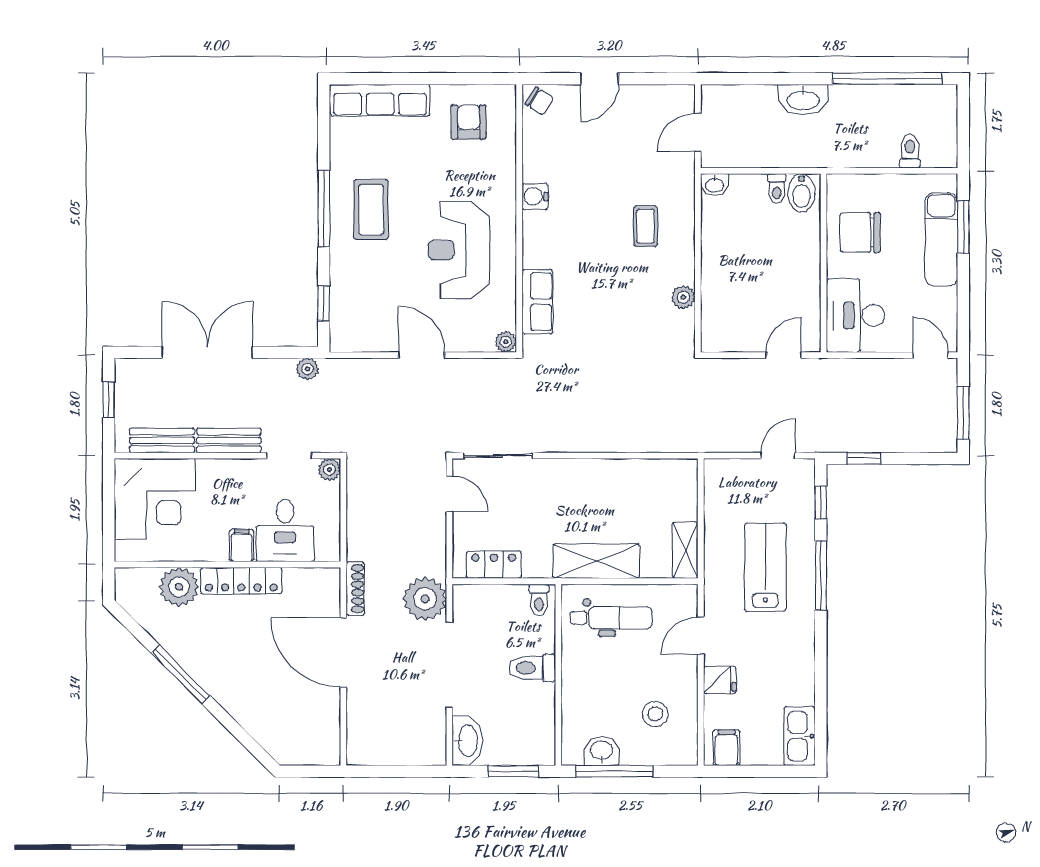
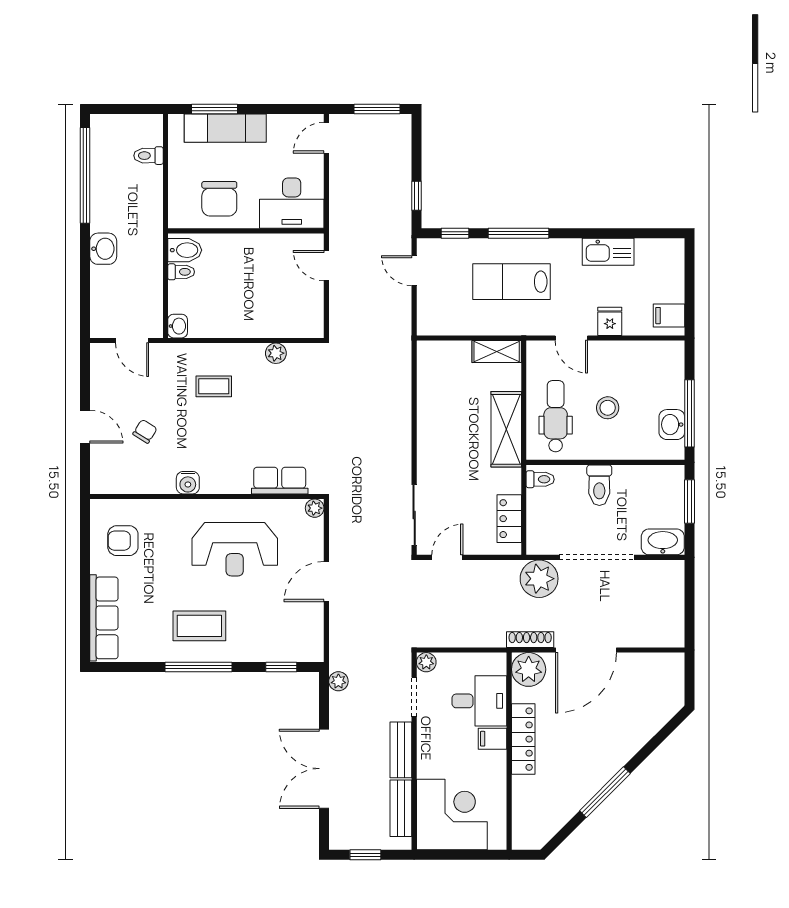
washbasin: (803, 100) -> (103, 249), width x0.72
chair: (539, 101) -> (145, 431), moved
plant: (179, 587) -> (529, 669), moved
stool: (655, 714) -> (608, 408), moved
kitchen sink: (800, 736) -> (608, 252), moved

